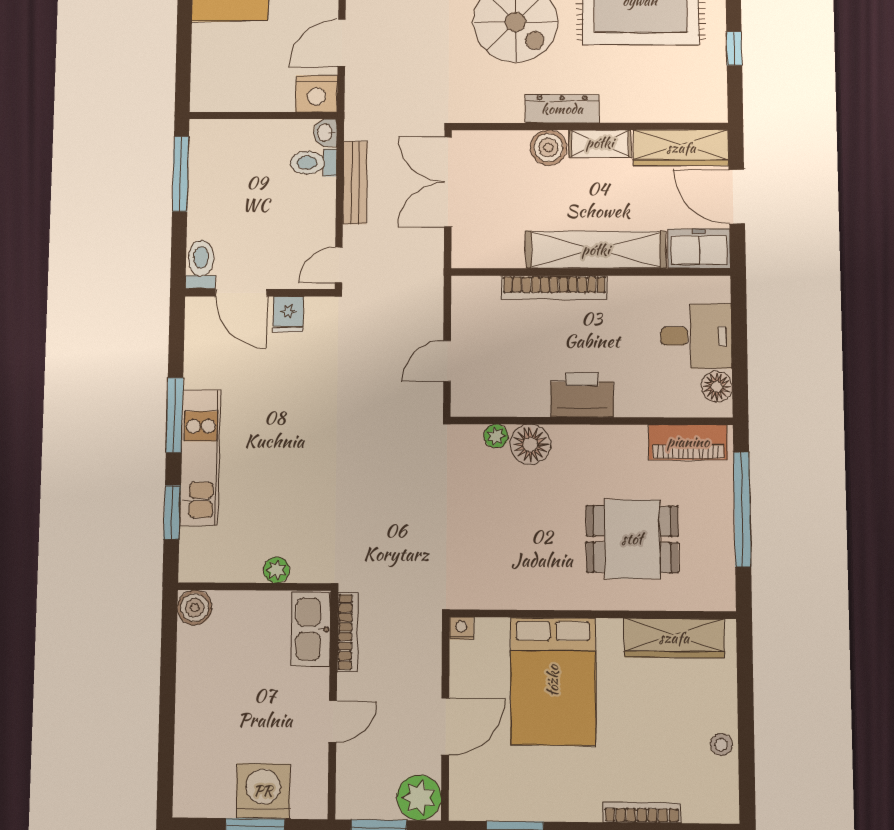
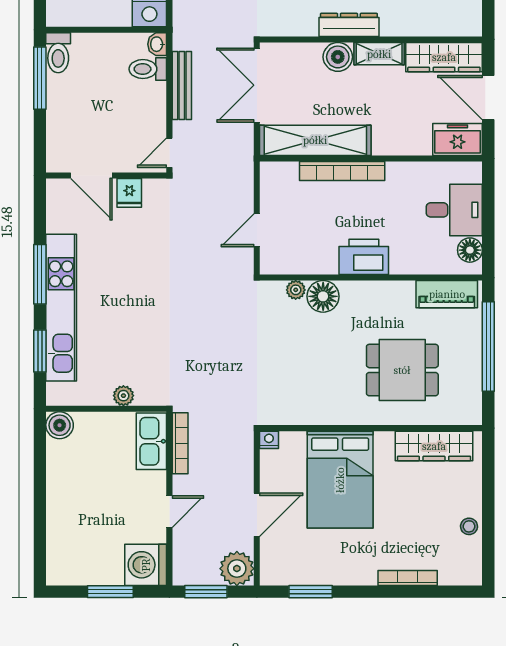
shelving: (596, 250) -> (315, 140), moved
toilet: (201, 264) -> (58, 53), moved, turned 180
kitchen unit: (200, 457) -> (61, 308), width x1.36
washing machine: (263, 791) -> (146, 565), moved, turned -90

